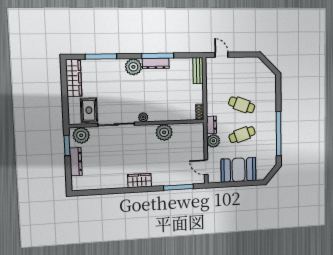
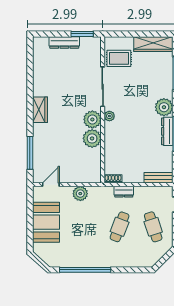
dresser: (211, 125) -> (124, 192), moved
plant: (81, 135) -> (92, 119), moved
cafe table: (242, 135) -> (153, 227), moved

